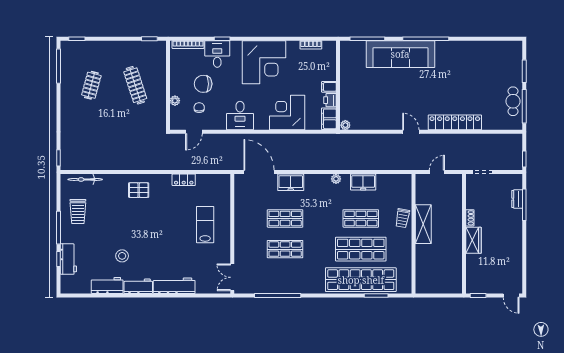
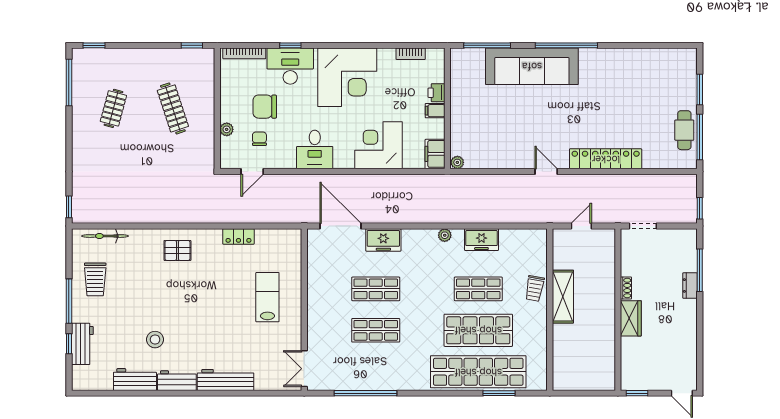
desk: (217, 54) -> (290, 66), width x1.37
printer: (330, 100) -> (436, 93), moved
dresser: (517, 199) -> (690, 286), moved

